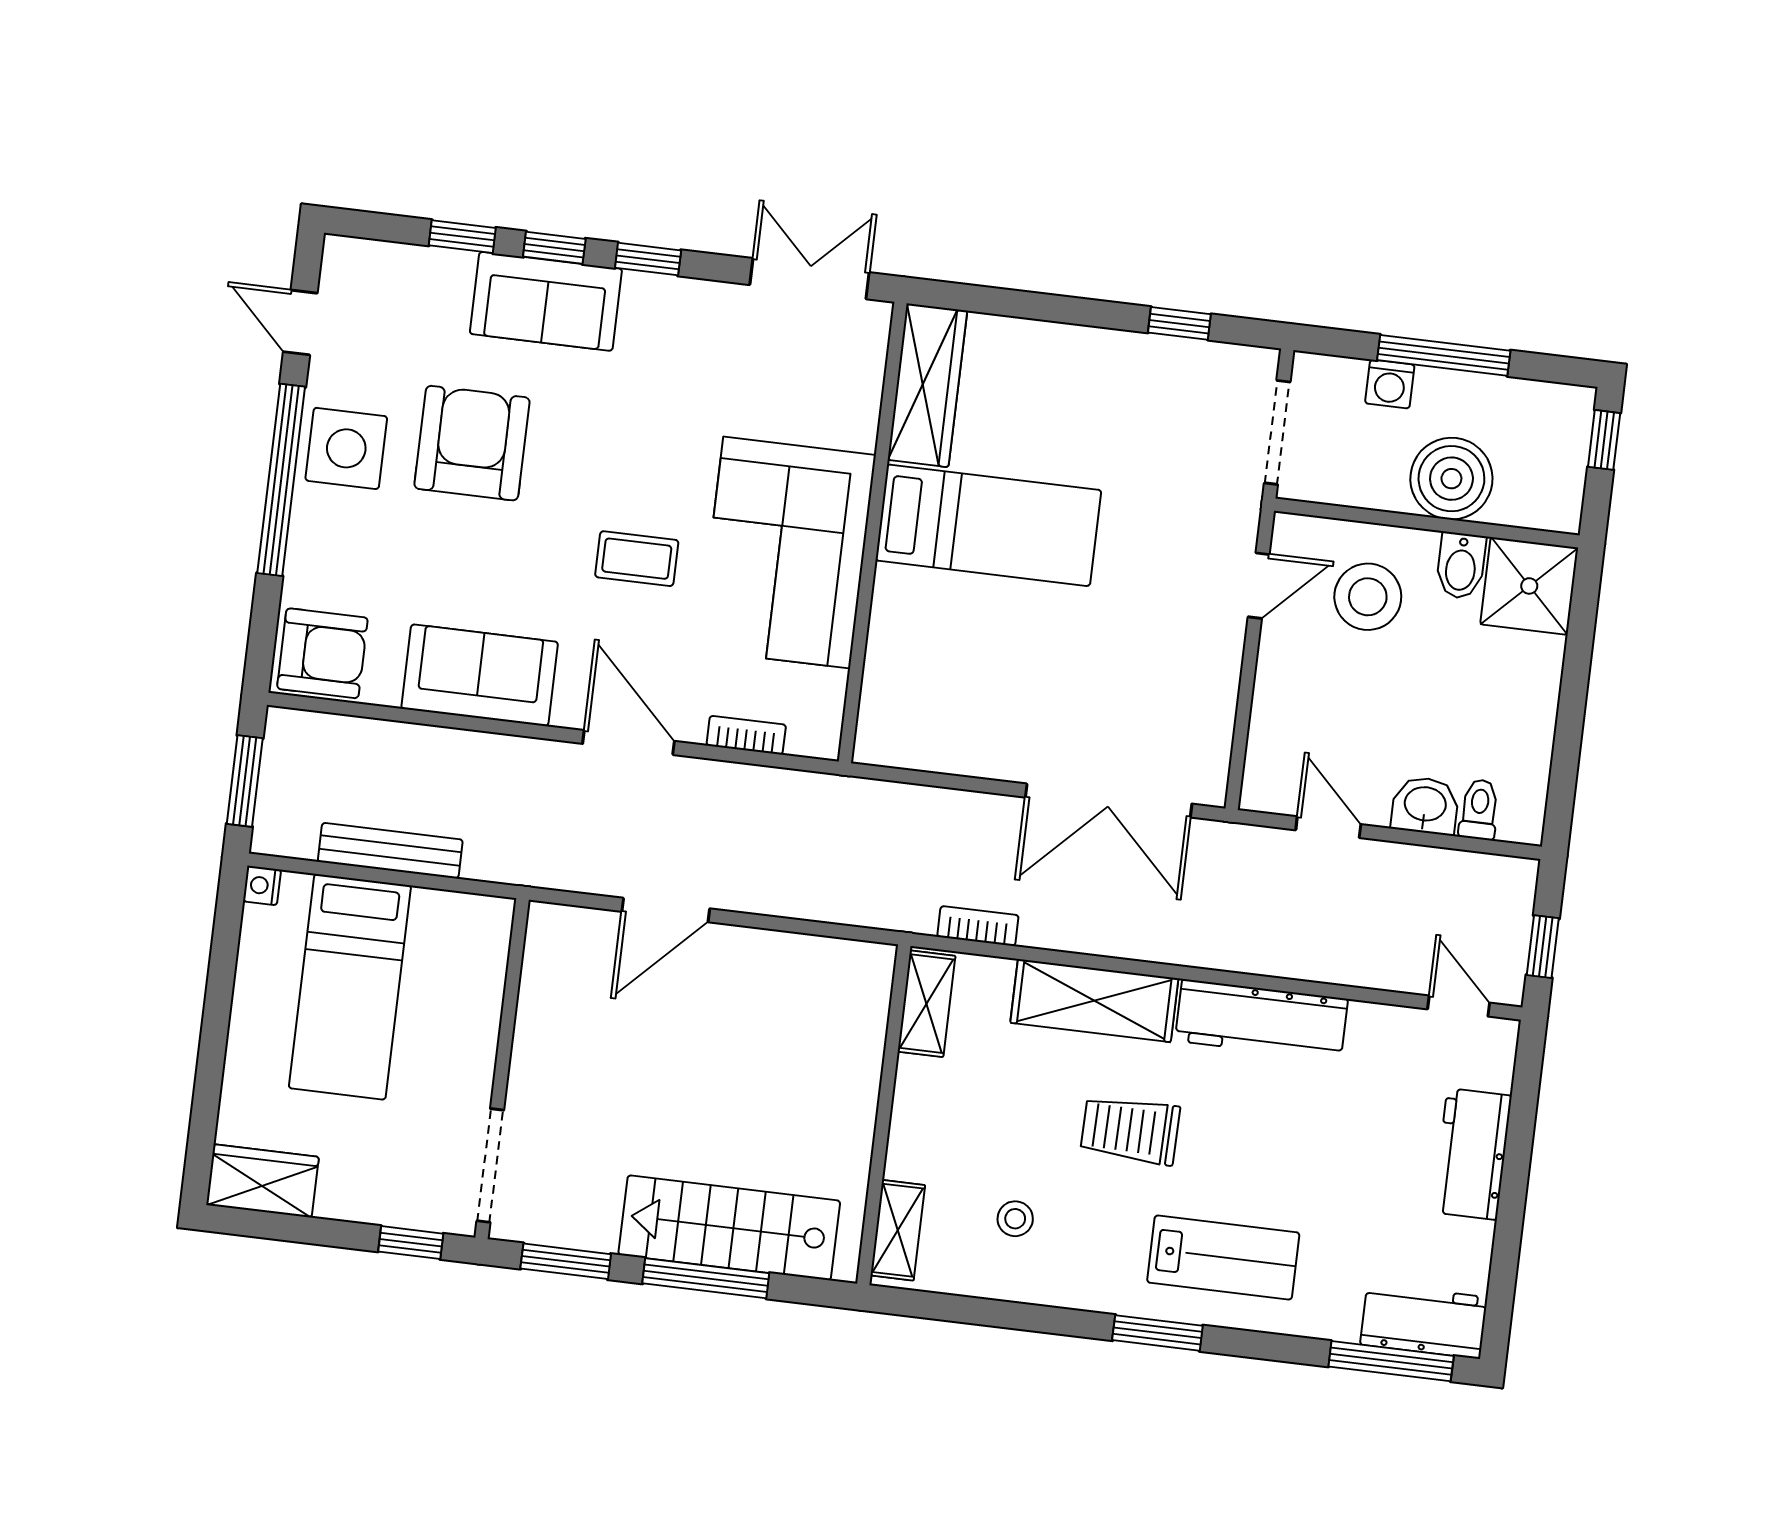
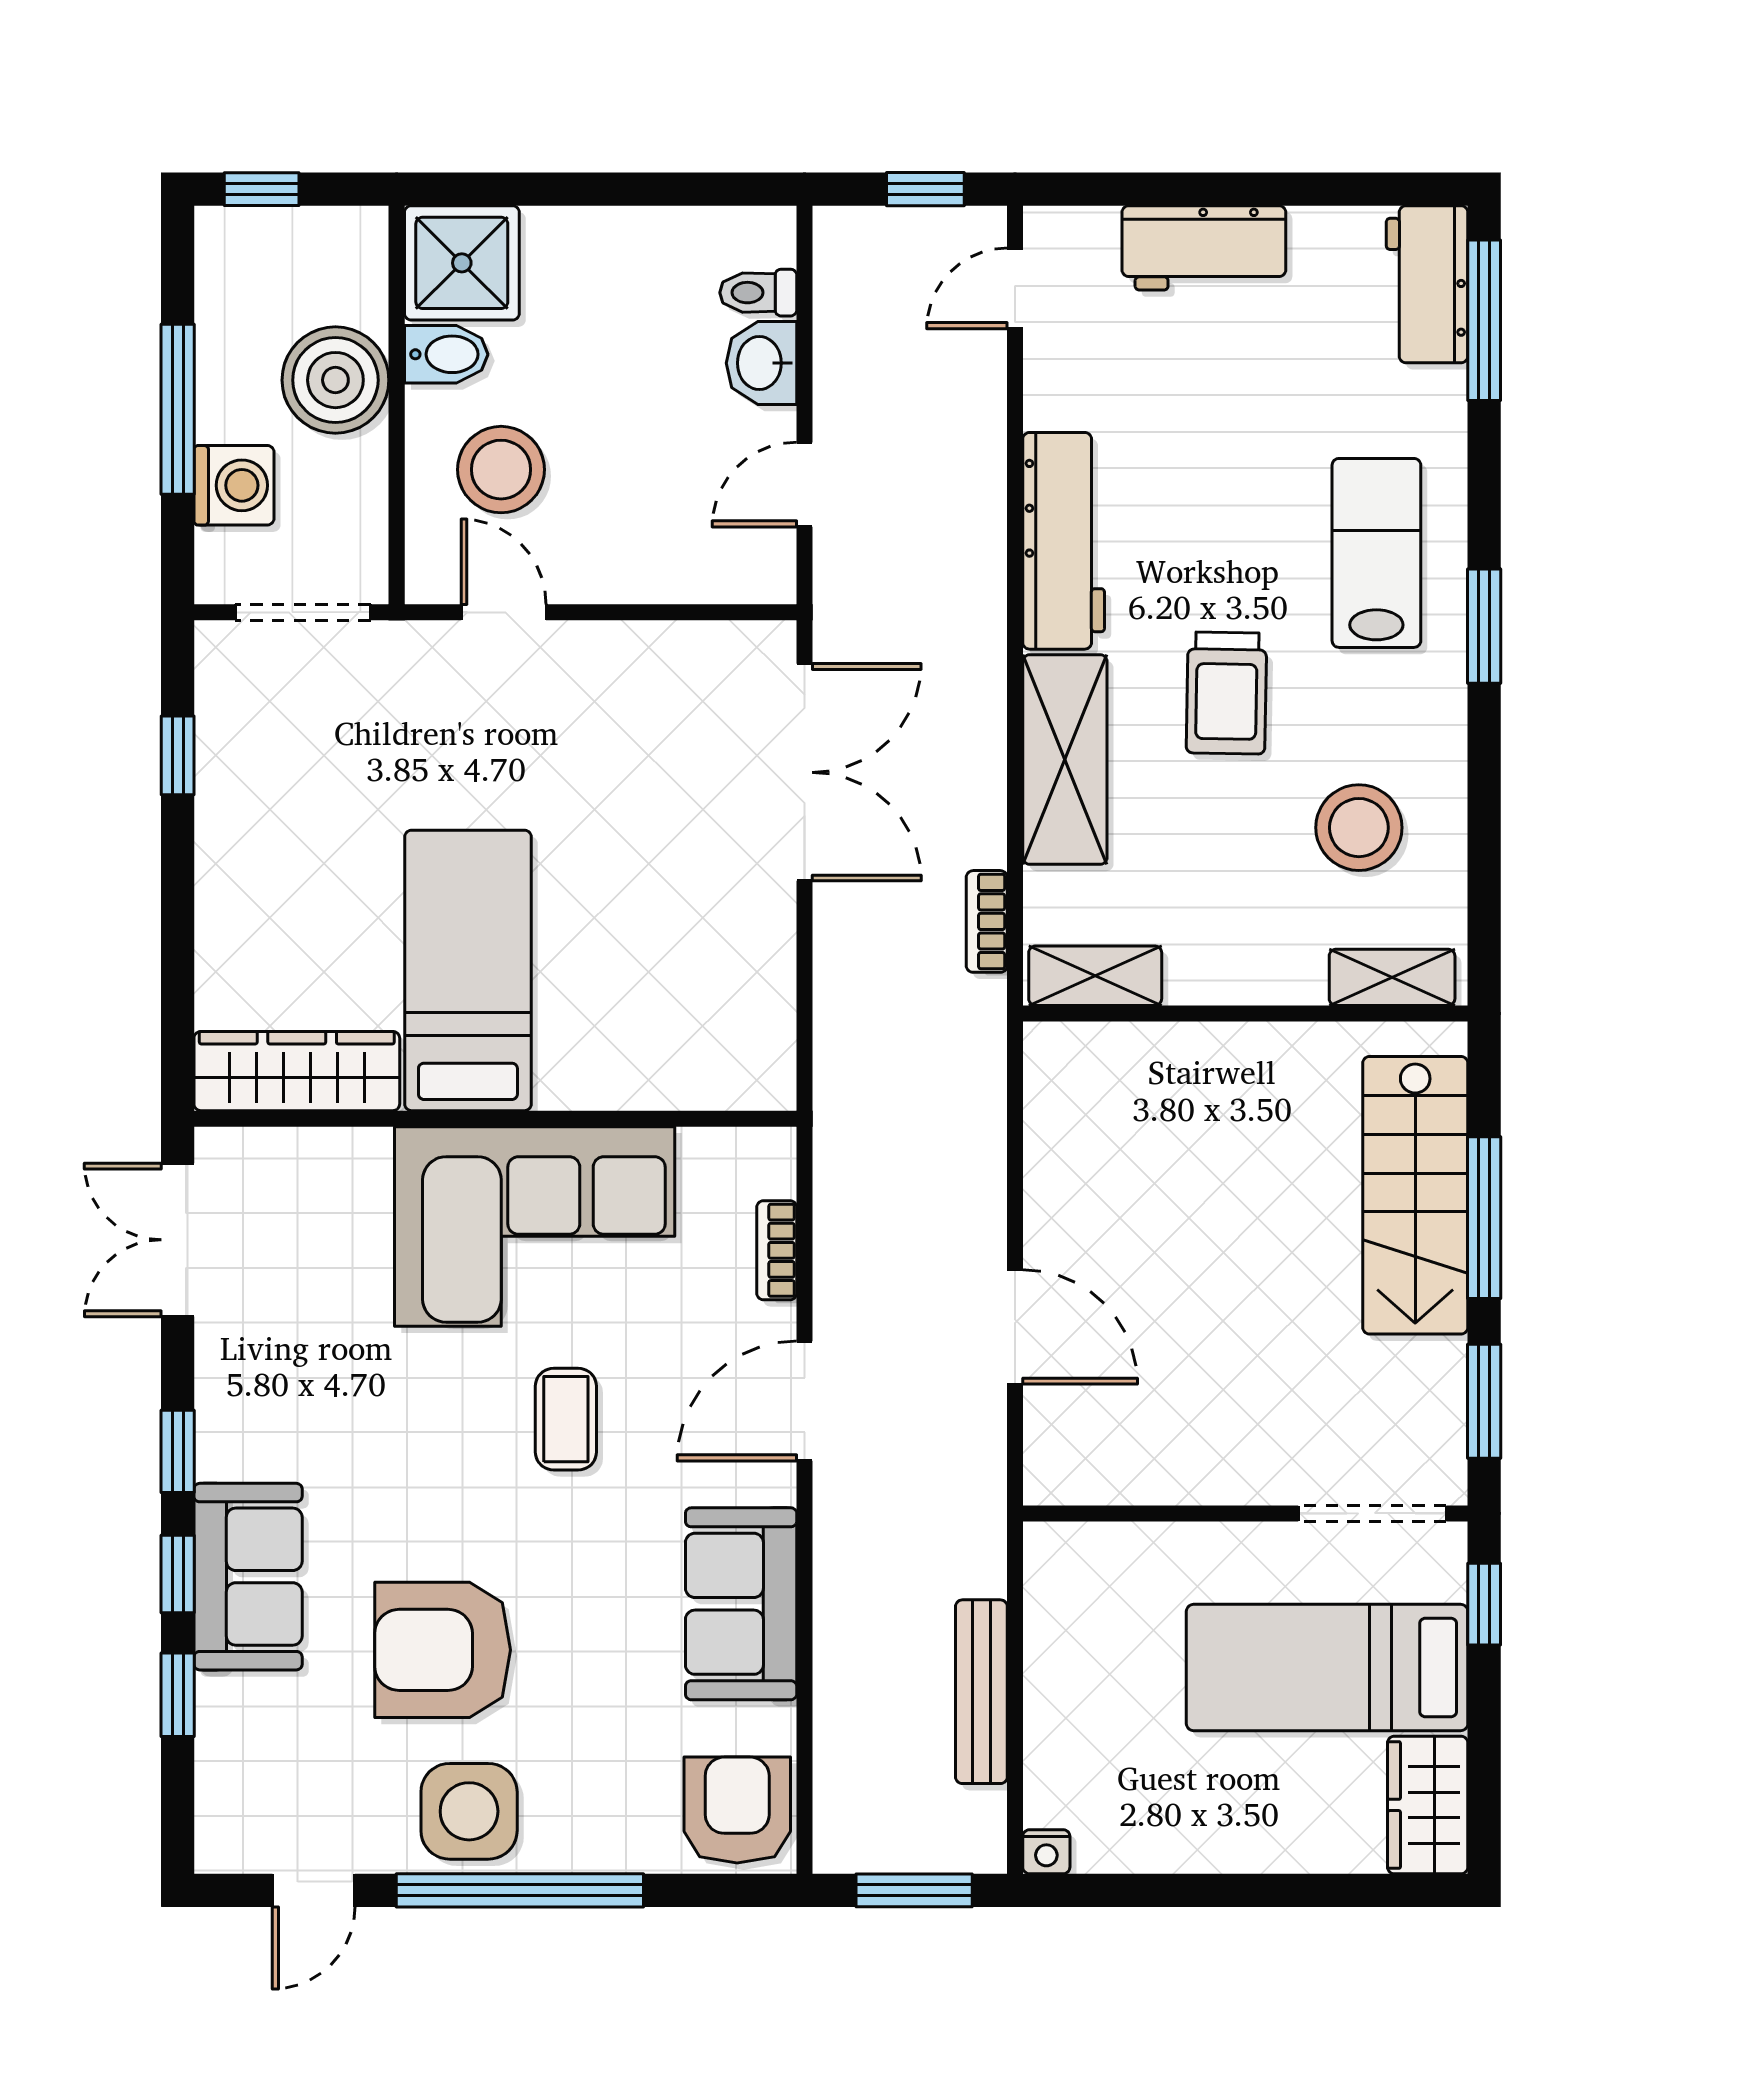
washing machine: (1390, 384) -> (234, 485), width x1.38, depth x1.38
bed: (350, 987) -> (1327, 1667), moved, turned 180
stool: (1015, 1219) -> (1359, 828), width x1.89, depth x1.89

